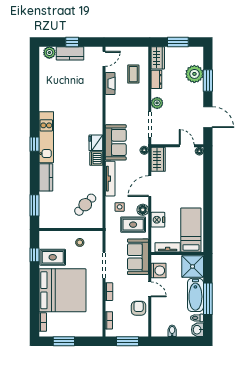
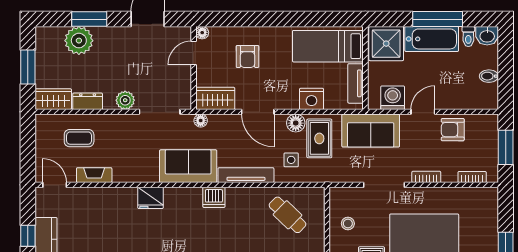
fridge: (96, 143) -> (150, 198), moved
armchair: (184, 180) -> (247, 56), added

